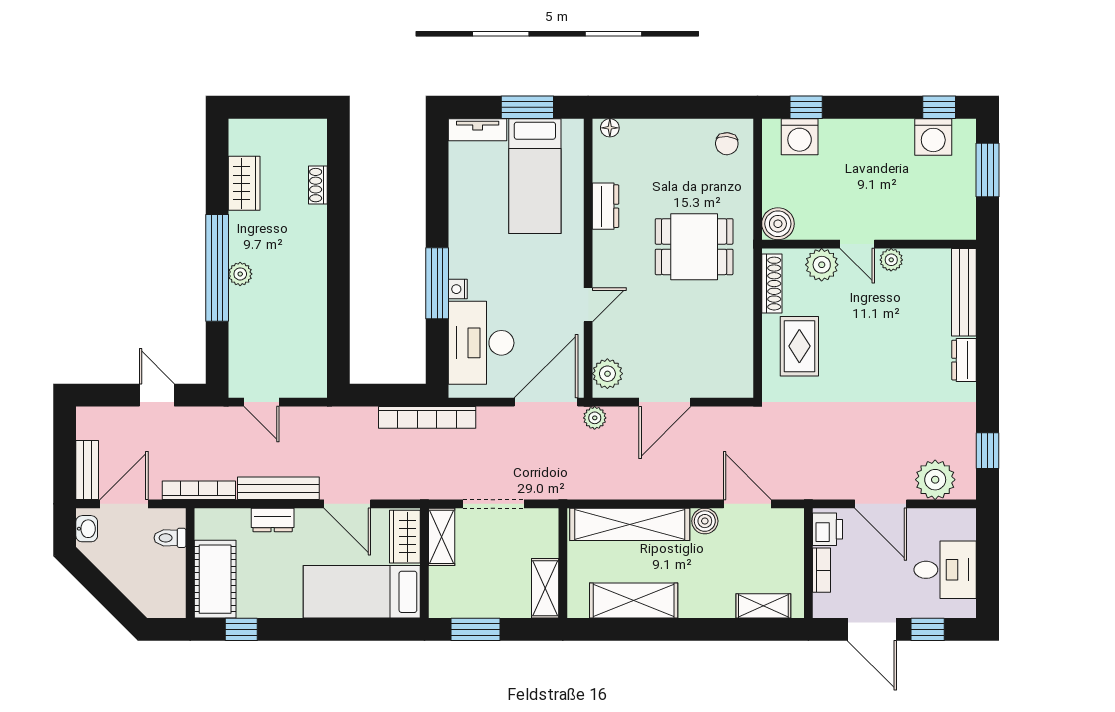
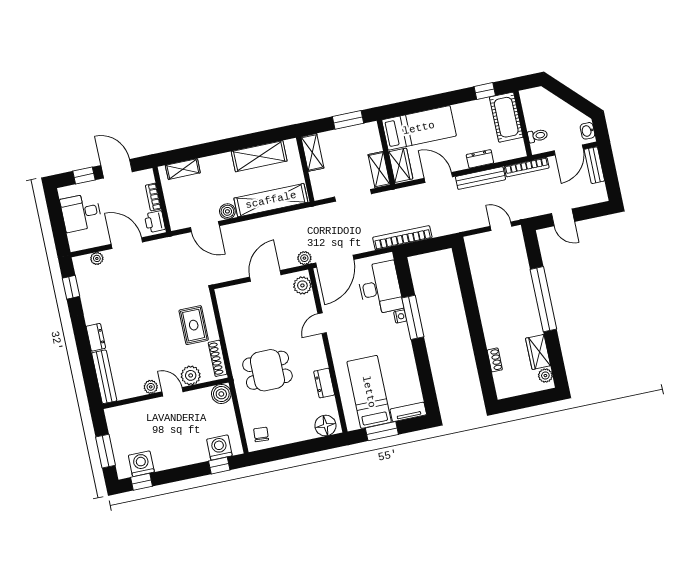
floor lamp: (610, 128) -> (325, 426), width x1.89, depth x1.89
plant: (240, 274) -> (545, 376), moved
plant: (935, 480) -> (97, 258), width x0.53, depth x0.53

